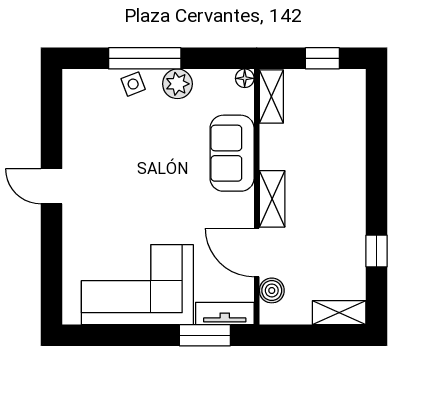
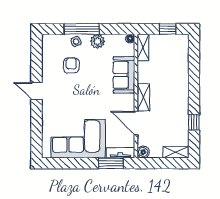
armchair: (123, 133) -> (71, 65), added
boiler: (272, 290) -> (143, 152), moved

